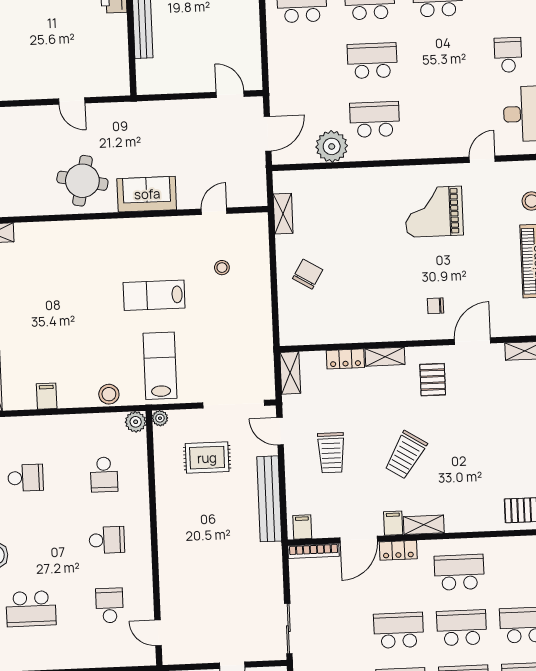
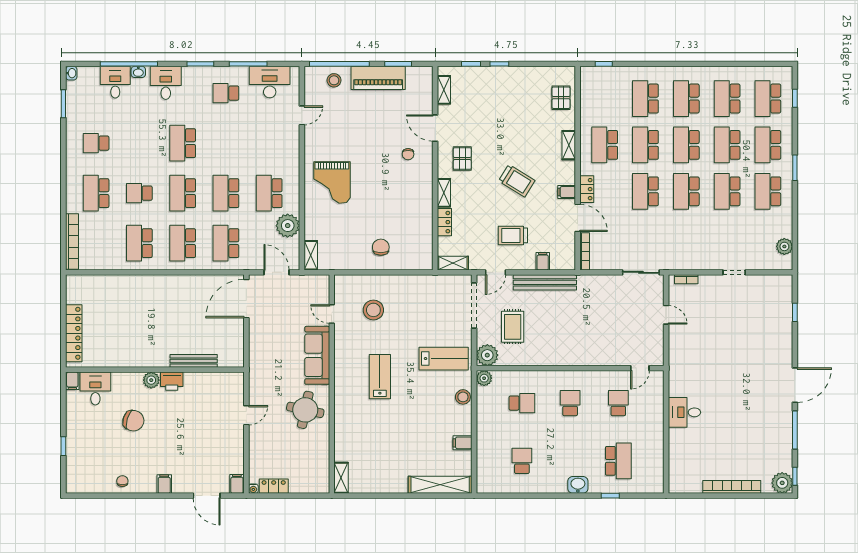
school desk: (304, 63) -> (226, 243), added
door: (230, 94) -> (246, 299), width x1.87
door: (482, 159) -> (302, 115), swing flipped
sofa: (147, 194) -> (317, 355), width x1.36
grand piano: (434, 212) -> (332, 182), moved
shelving: (283, 214) -> (311, 255), moved, turned 90
stool: (222, 268) -> (373, 310), width x1.89, depth x1.89
chair: (308, 274) -> (381, 247), turned 59
lab bench: (154, 295) -> (380, 377), moved, turned 180
lab bench: (160, 366) -> (444, 359), turned 180
pallet: (433, 380) -> (462, 159), turned 90
plant: (160, 418) -> (487, 355), width x1.87, depth x1.87
trolley: (331, 453) -> (513, 235), turned 180
shelving: (424, 525) -> (569, 145), moved
filing cabinet: (302, 527) -> (543, 261), moved, turned 90
school desk: (110, 605) -> (618, 403), turned 90

